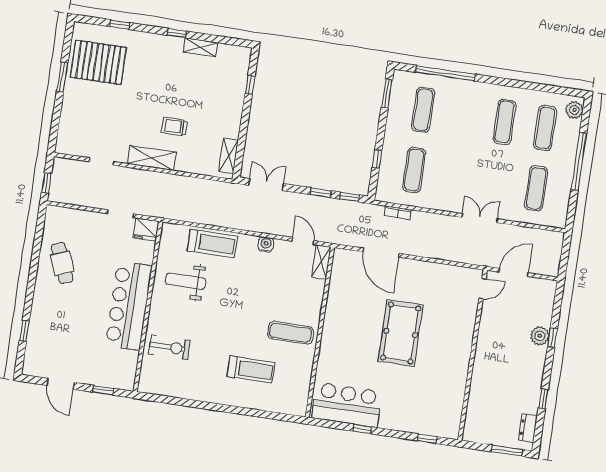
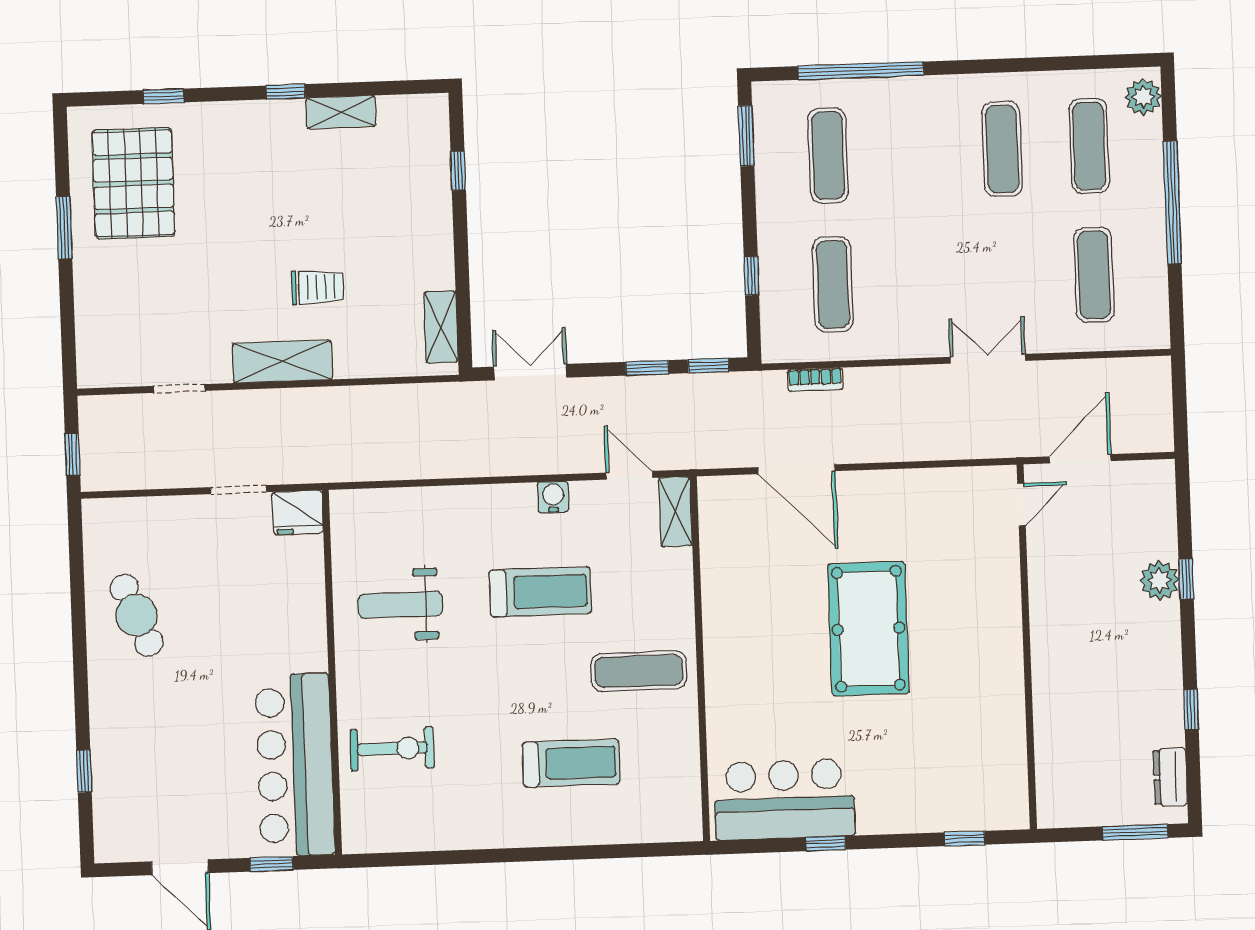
pallet: (98, 62) -> (133, 183), turned 90
trolley: (175, 127) -> (318, 287), turned 180
treadmill: (212, 244) -> (540, 592), moved
bar counter: (129, 306) -> (295, 765), moved

